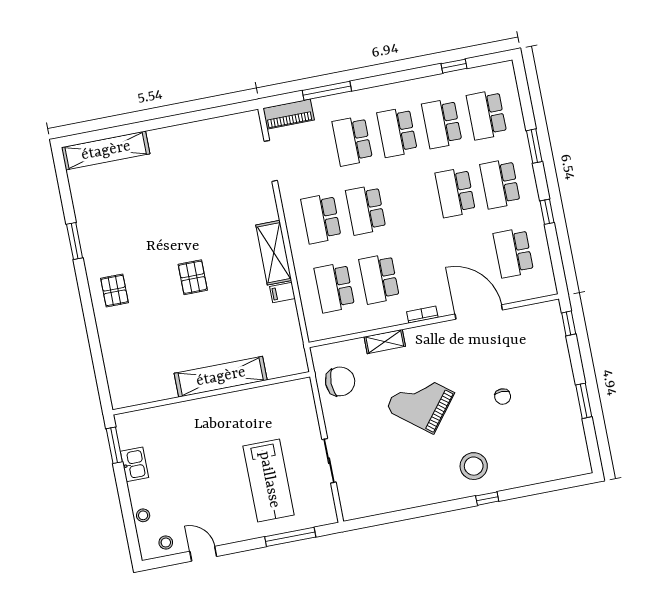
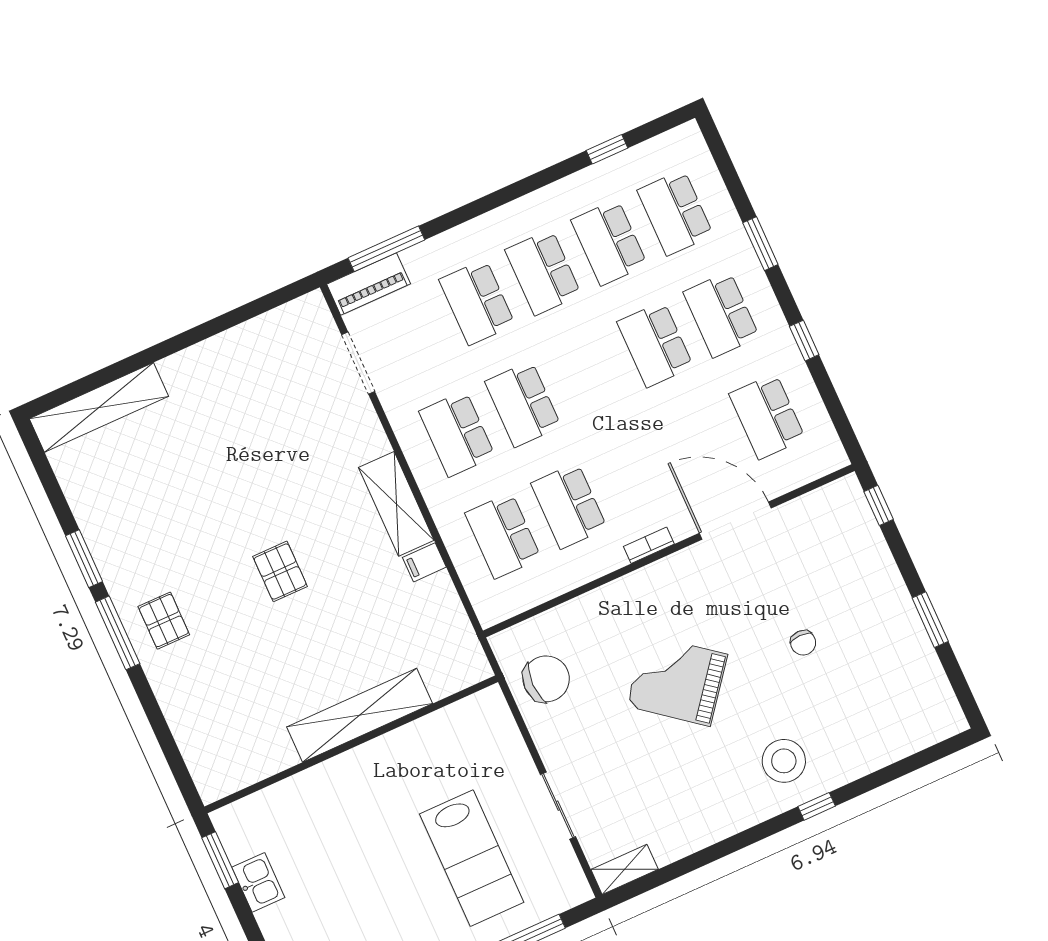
window: (327, 91) -> (386, 249), moved
window: (84, 291) -> (118, 633), added
shelving: (385, 342) -> (625, 869), moved

